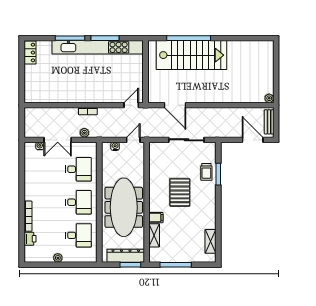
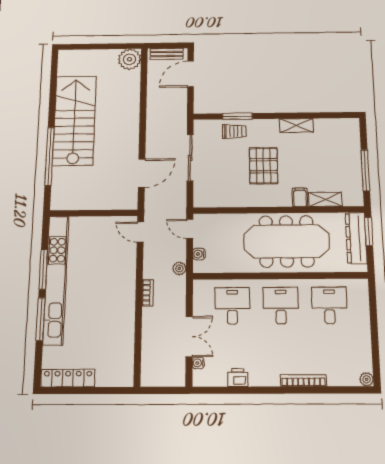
locker: (30, 53) -> (68, 378), width x1.53
stairs: (191, 55) -> (74, 120), moved
plant: (269, 98) -> (130, 59), width x1.88, depth x1.88
plant: (84, 133) -> (179, 268), moved
pallet: (180, 192) -> (264, 166), turned 90
printer: (30, 239) -> (238, 378), moved
shelving: (211, 241) -> (296, 125), moved
plant: (58, 258) -> (367, 379), moved

